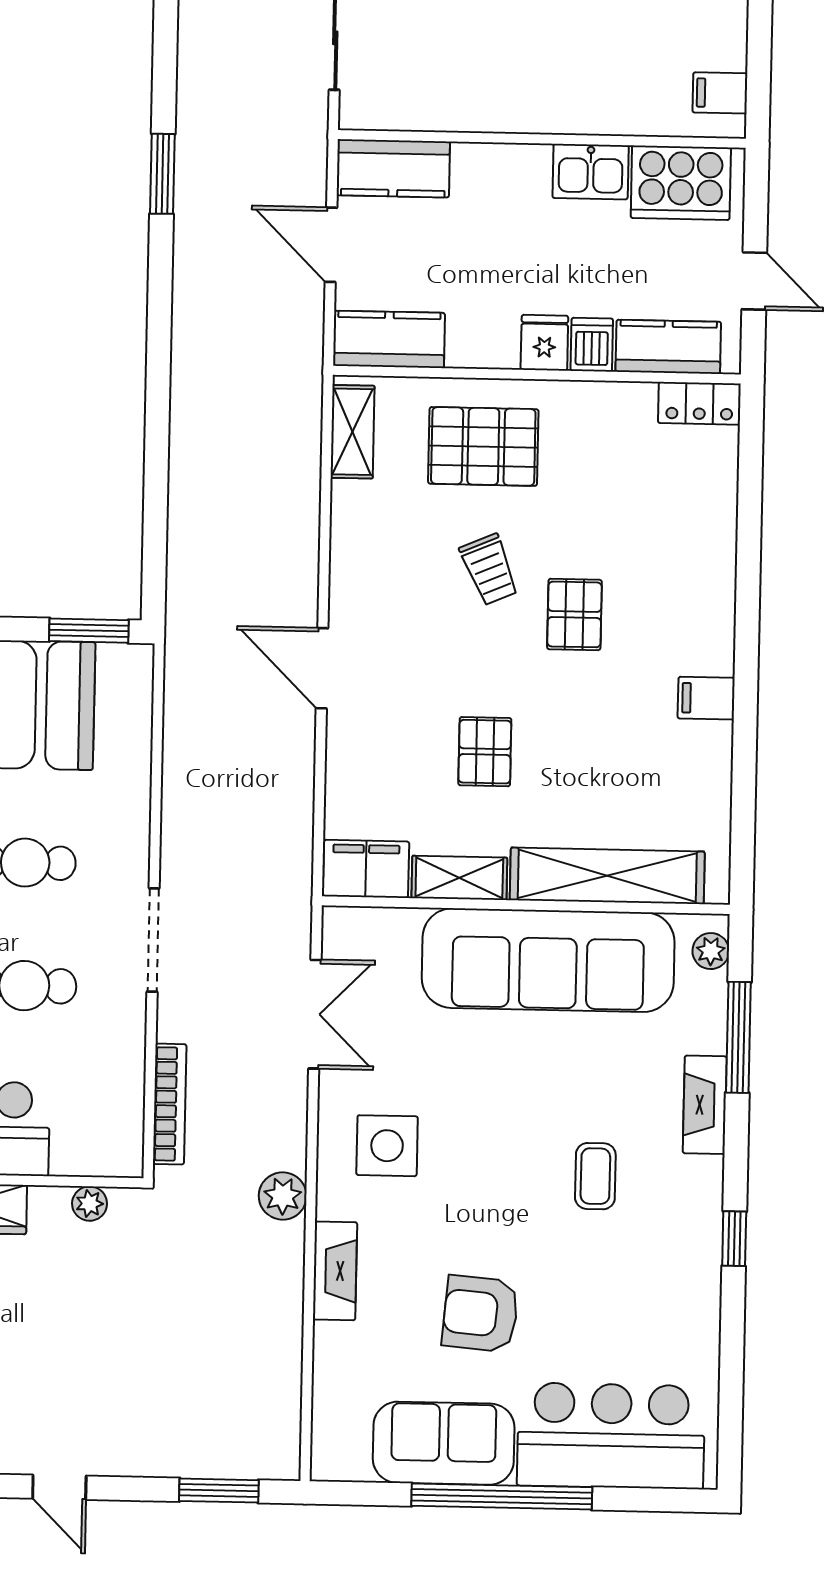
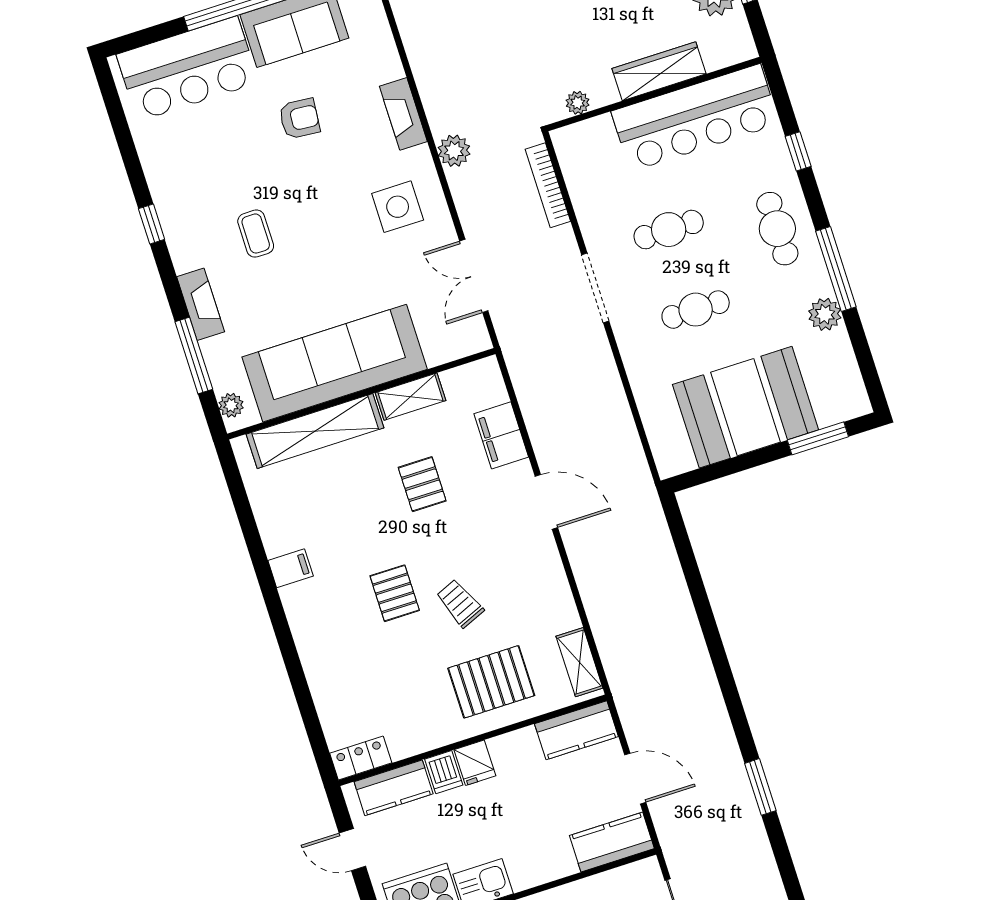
window: (89, 631) -> (706, 474), removed
filing cabinet: (366, 869) -> (501, 435), moved, turned 90
armchair: (480, 1314) -> (299, 119), width x0.72, depth x0.72

